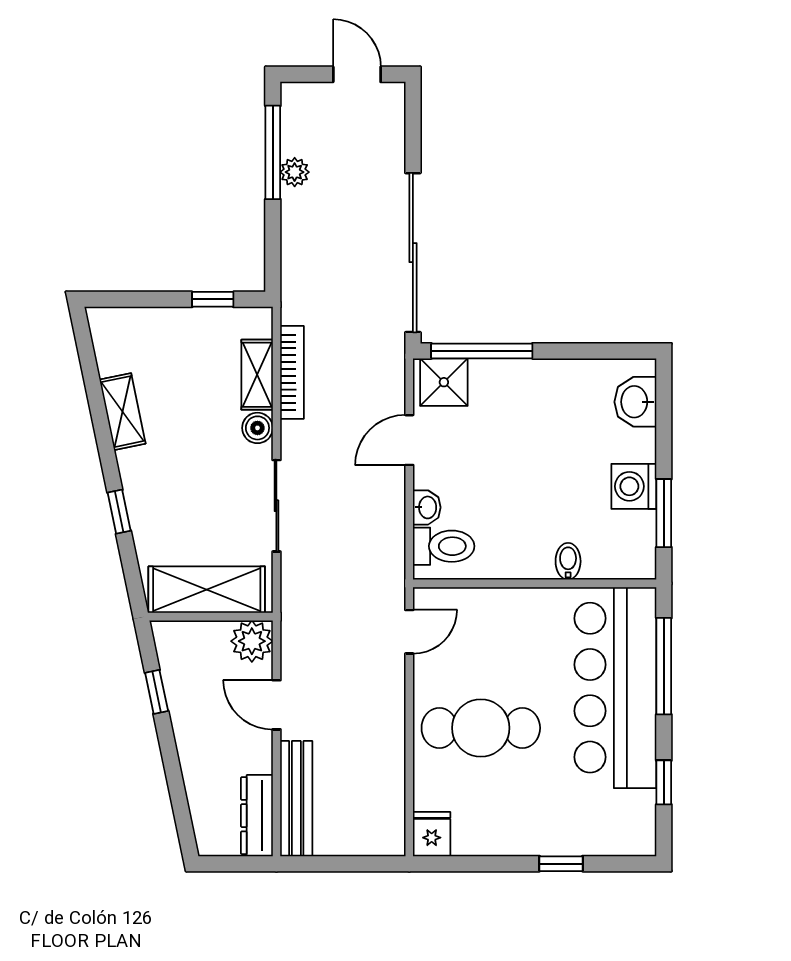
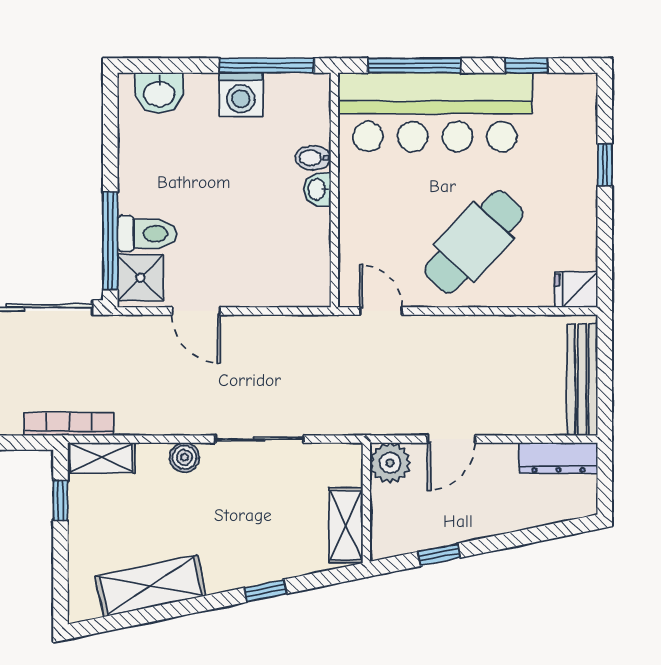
bookcase: (292, 372) -> (69, 424), moved
shelving: (257, 375) -> (101, 458), moved
shelving: (122, 412) -> (151, 586), width x1.50, depth x1.33
washbasin: (427, 507) -> (317, 189), moved, turned -90
window: (664, 513) -> (267, 65), width x1.44
toilet: (444, 546) -> (147, 234), moved, turned 90
shelving: (207, 590) -> (346, 525), width x0.67, depth x0.75
cafe table: (481, 728) -> (474, 242), turned 43
bench: (296, 799) -> (582, 380), moved, turned 90

